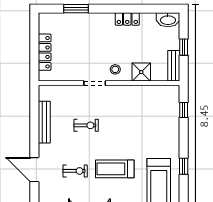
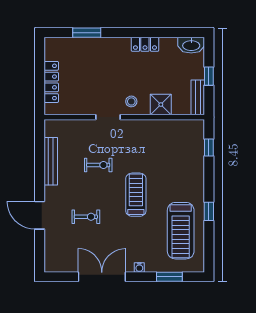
treadmill: (115, 169) -> (136, 195), moved, turned 90

